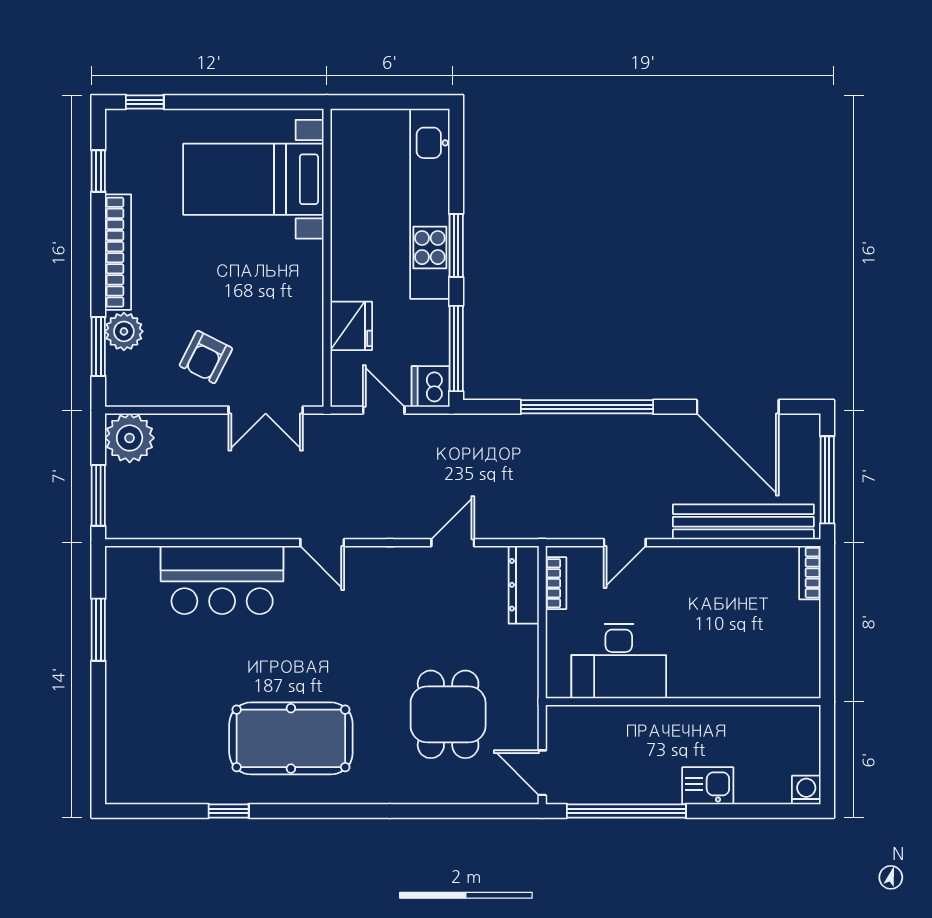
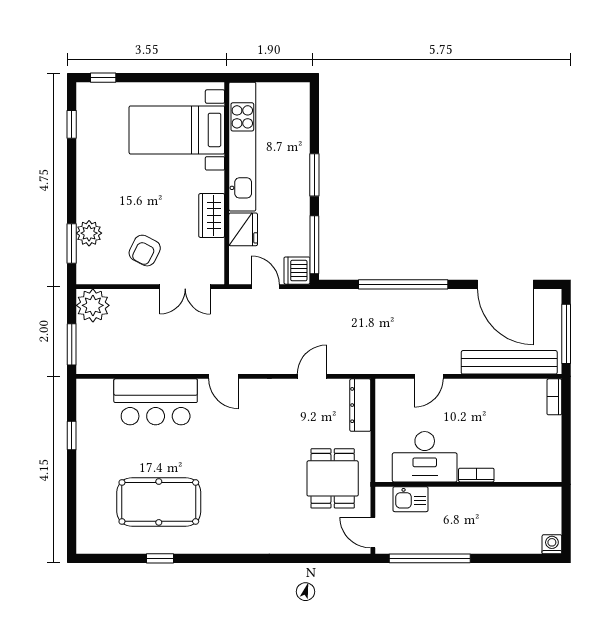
kitchen unit: (430, 204) -> (242, 147), moved, turned 180
bookcase: (118, 252) -> (85, 179), removed
wardrobe: (305, 305) -> (212, 215), added
bookcase: (556, 583) -> (476, 475), moved, turned -90
window: (98, 630) -> (72, 436), width x0.67
dining table: (448, 714) -> (333, 478), moved
pool table: (291, 738) -> (159, 502), moved
kitchen sink: (708, 786) -> (410, 499), moved, turned 180

